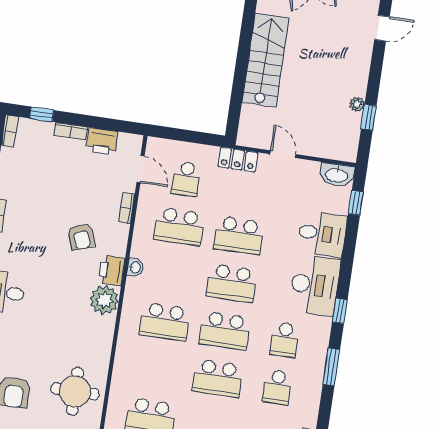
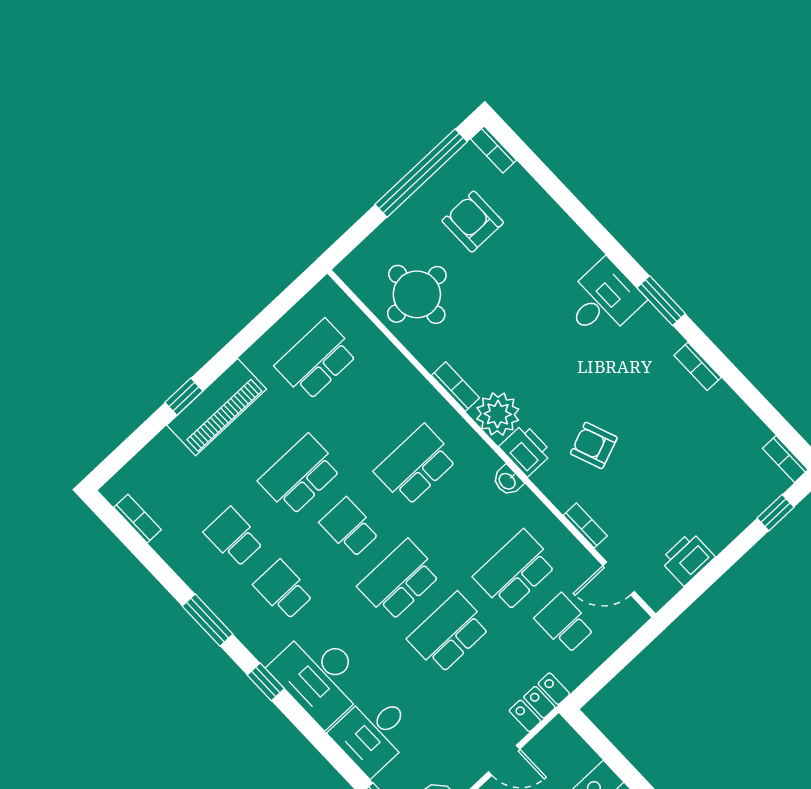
bookcase: (70, 131) -> (455, 387), moved, turned 90
school desk: (225, 331) -> (350, 528), width x0.54

